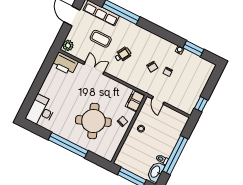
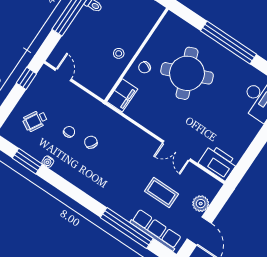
plant: (68, 45) -> (201, 204), moved
wheelchair: (123, 55) -> (35, 121), moved
door: (158, 101) -> (63, 75), moved

